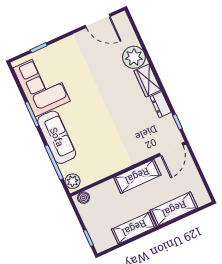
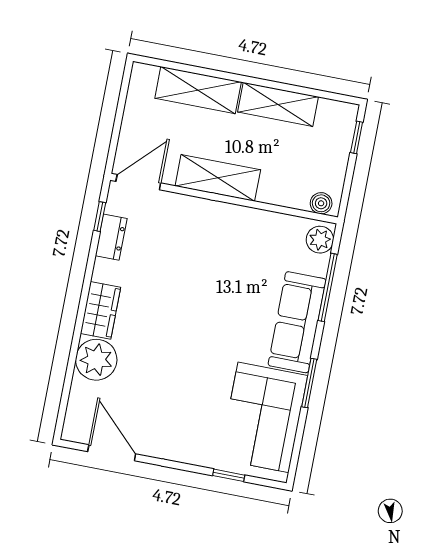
dresser: (161, 105) -> (111, 237), moved

